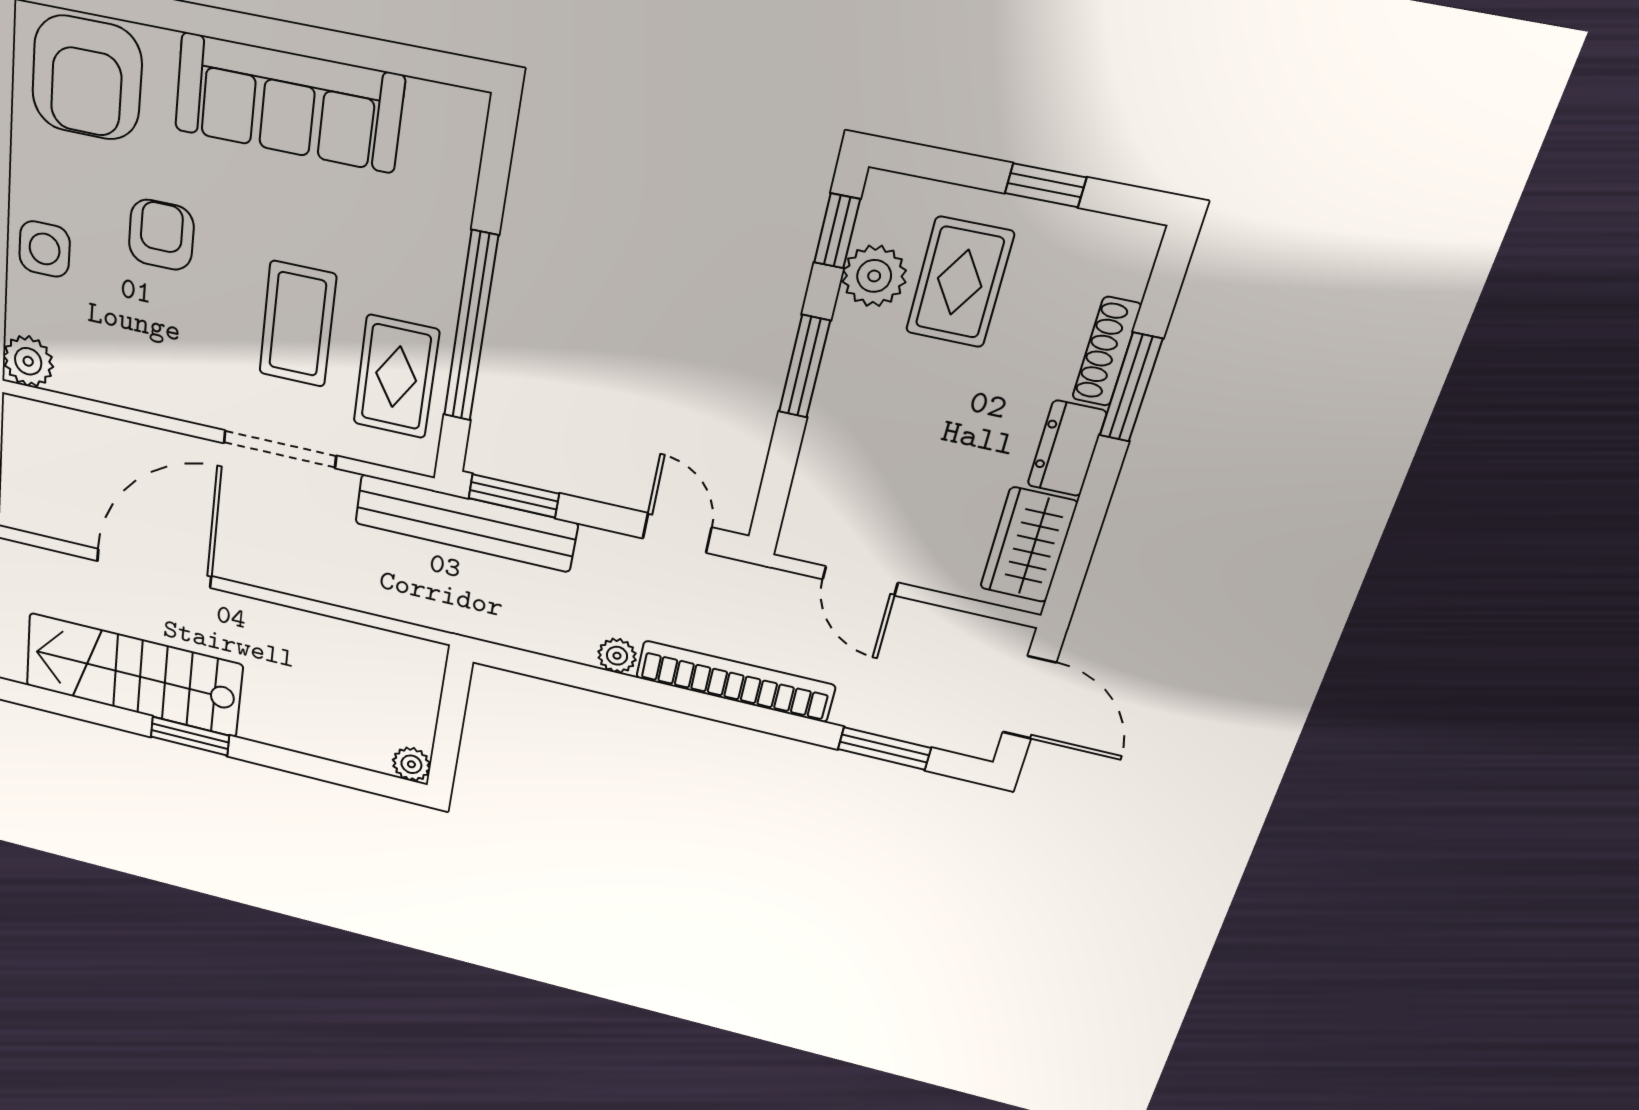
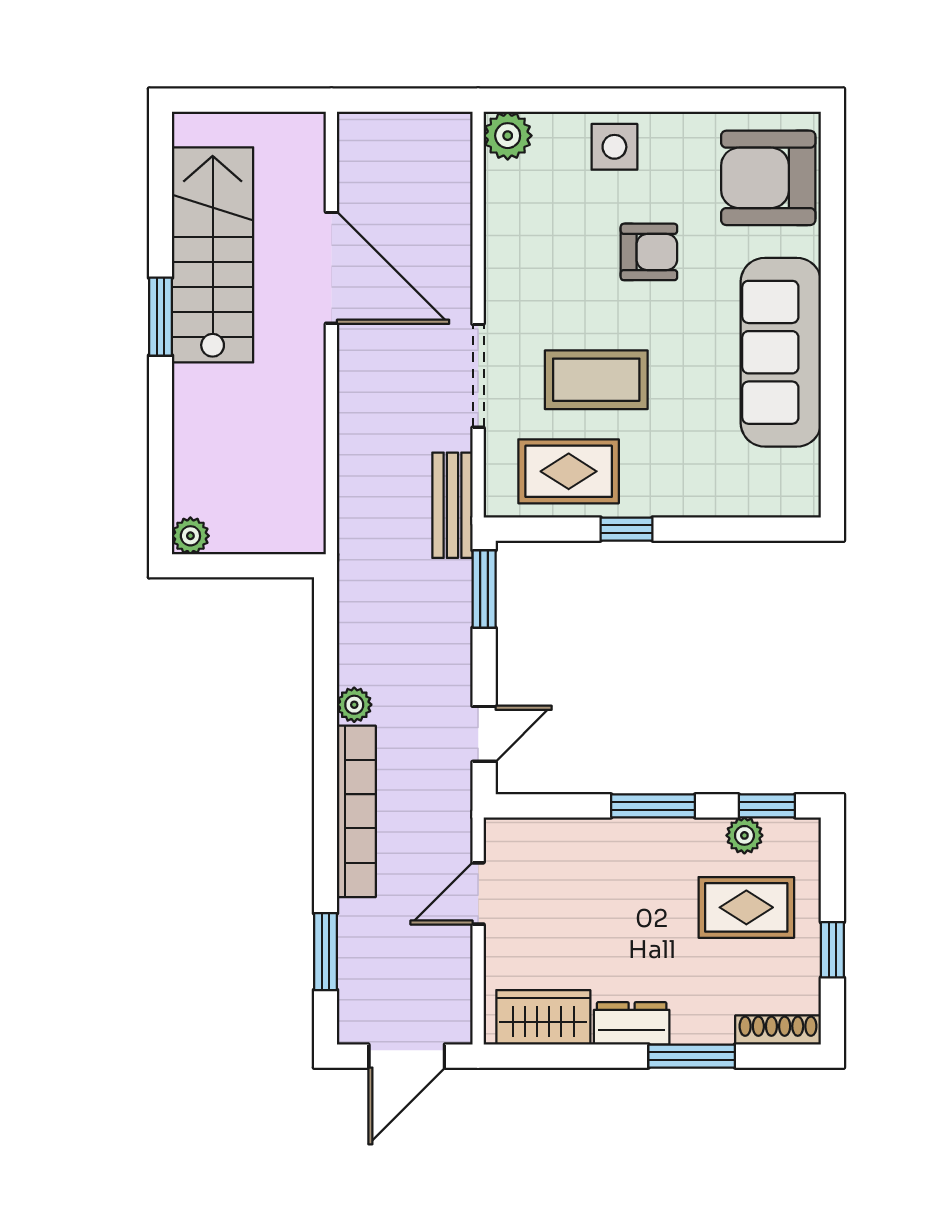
plant: (874, 276) -> (744, 835), width x0.73, depth x0.73
window: (471, 327) -> (627, 529), width x0.32
shoe rack: (1107, 352) -> (778, 1030), moved
bench: (466, 523) -> (452, 505), width x0.54, depth x0.82

